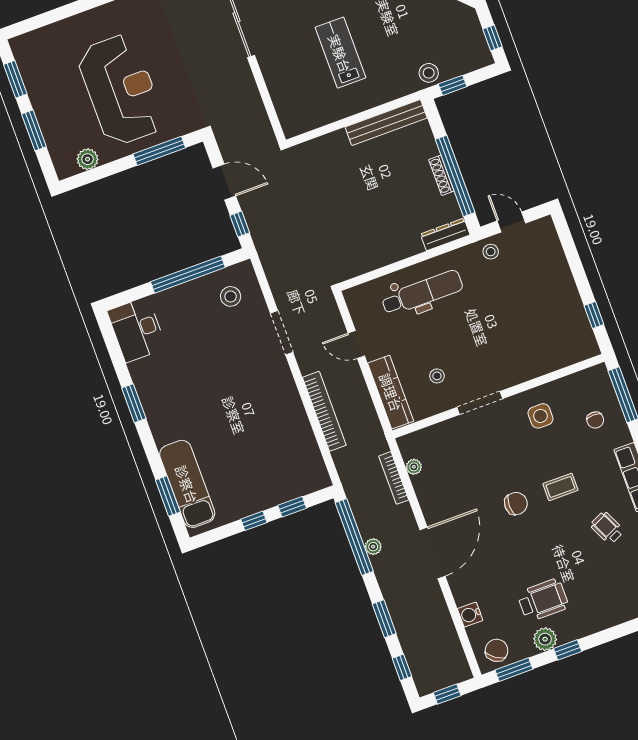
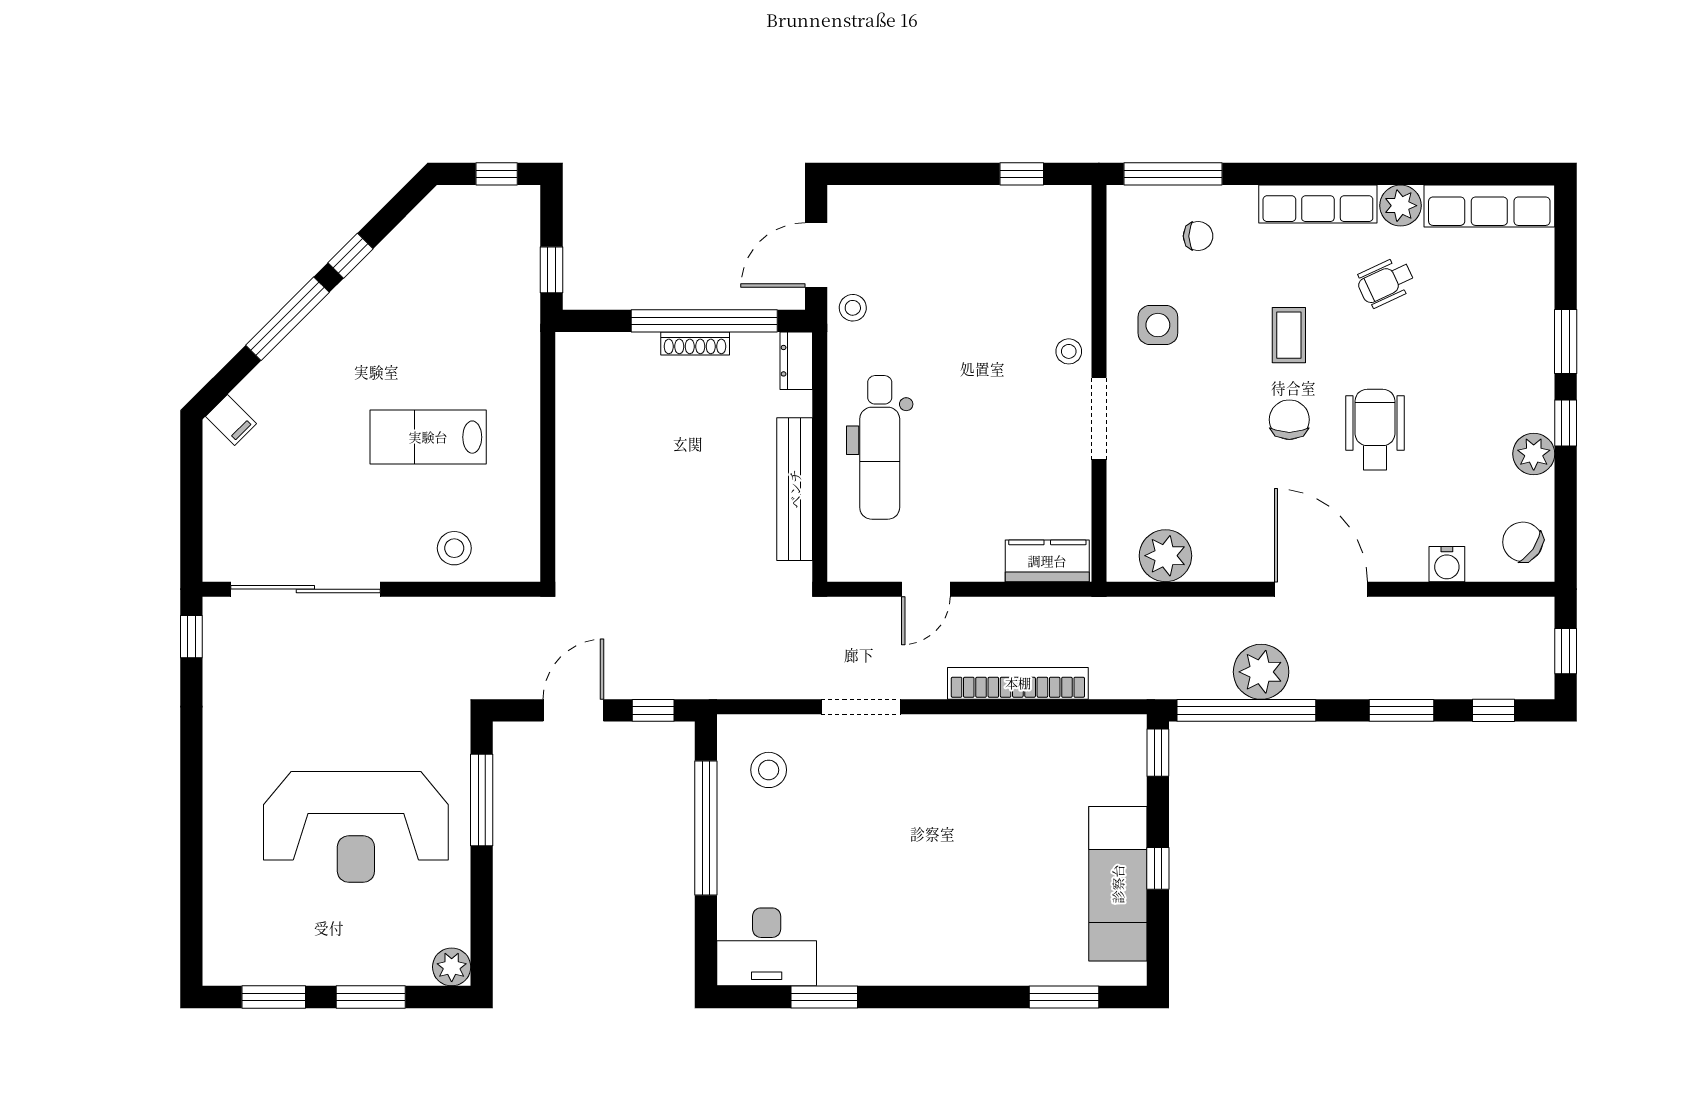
stool: (429, 73) -> (454, 548), moved
reception desk: (121, 90) -> (356, 827), turned 180
bench: (386, 122) -> (795, 489), moved
plant: (88, 159) -> (452, 967), moved
door: (511, 222) -> (816, 255), width x1.38
dresser: (445, 234) -> (796, 361), width x0.70
dental chair: (422, 293) -> (880, 447), turned 180
stool: (437, 376) -> (1069, 351), moved
kitchen counter: (391, 392) -> (1047, 561), width x0.67
window: (134, 403) -> (824, 997), moved
plant: (414, 467) -> (1165, 556), width x1.88, depth x1.88
bookcase: (394, 478) -> (1172, 608), removed
exam couch: (187, 484) -> (1118, 884), moved, turned -90
window: (292, 507) -> (1158, 753), moved
plant: (373, 547) -> (1261, 672), width x1.88, depth x1.88
wheelchair: (543, 600) -> (1375, 430), moved
window: (514, 670) -> (1566, 341), moved

